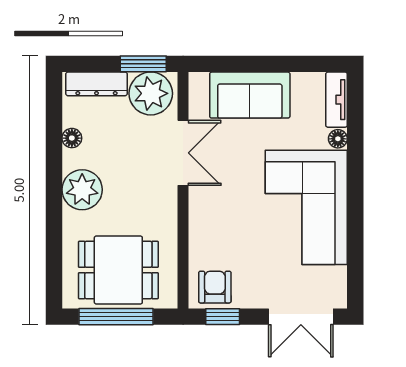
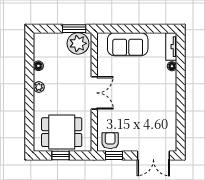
dresser: (96, 84) -> (51, 39), removed
double door: (183, 153) -> (94, 93), moved
plant: (82, 190) -> (39, 87), width x0.53, depth x0.53
corner sofa: (306, 207) -> (156, 101), removed
window: (116, 317) -> (60, 156), width x0.46

